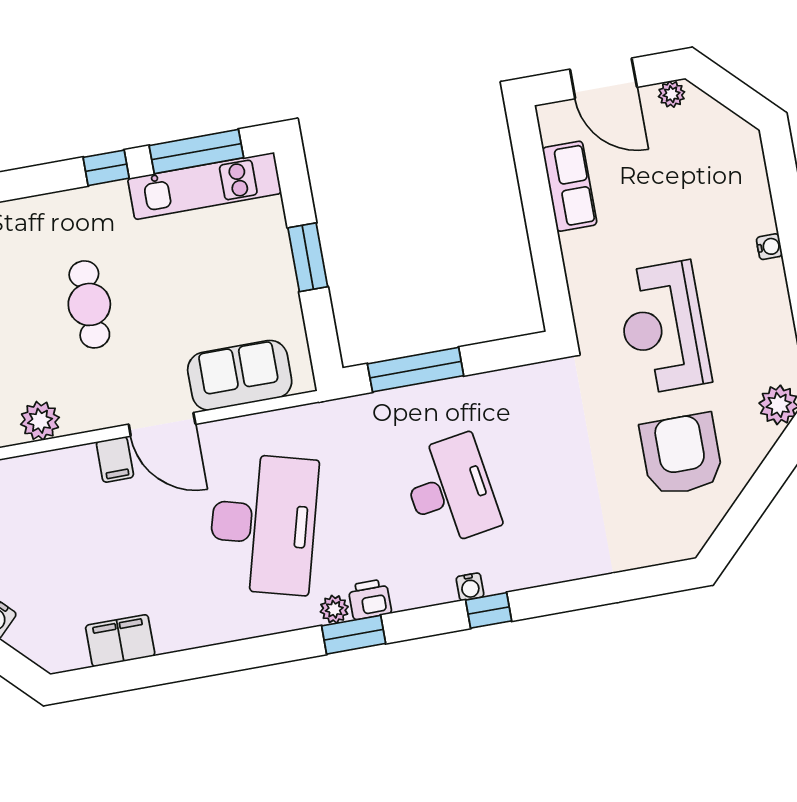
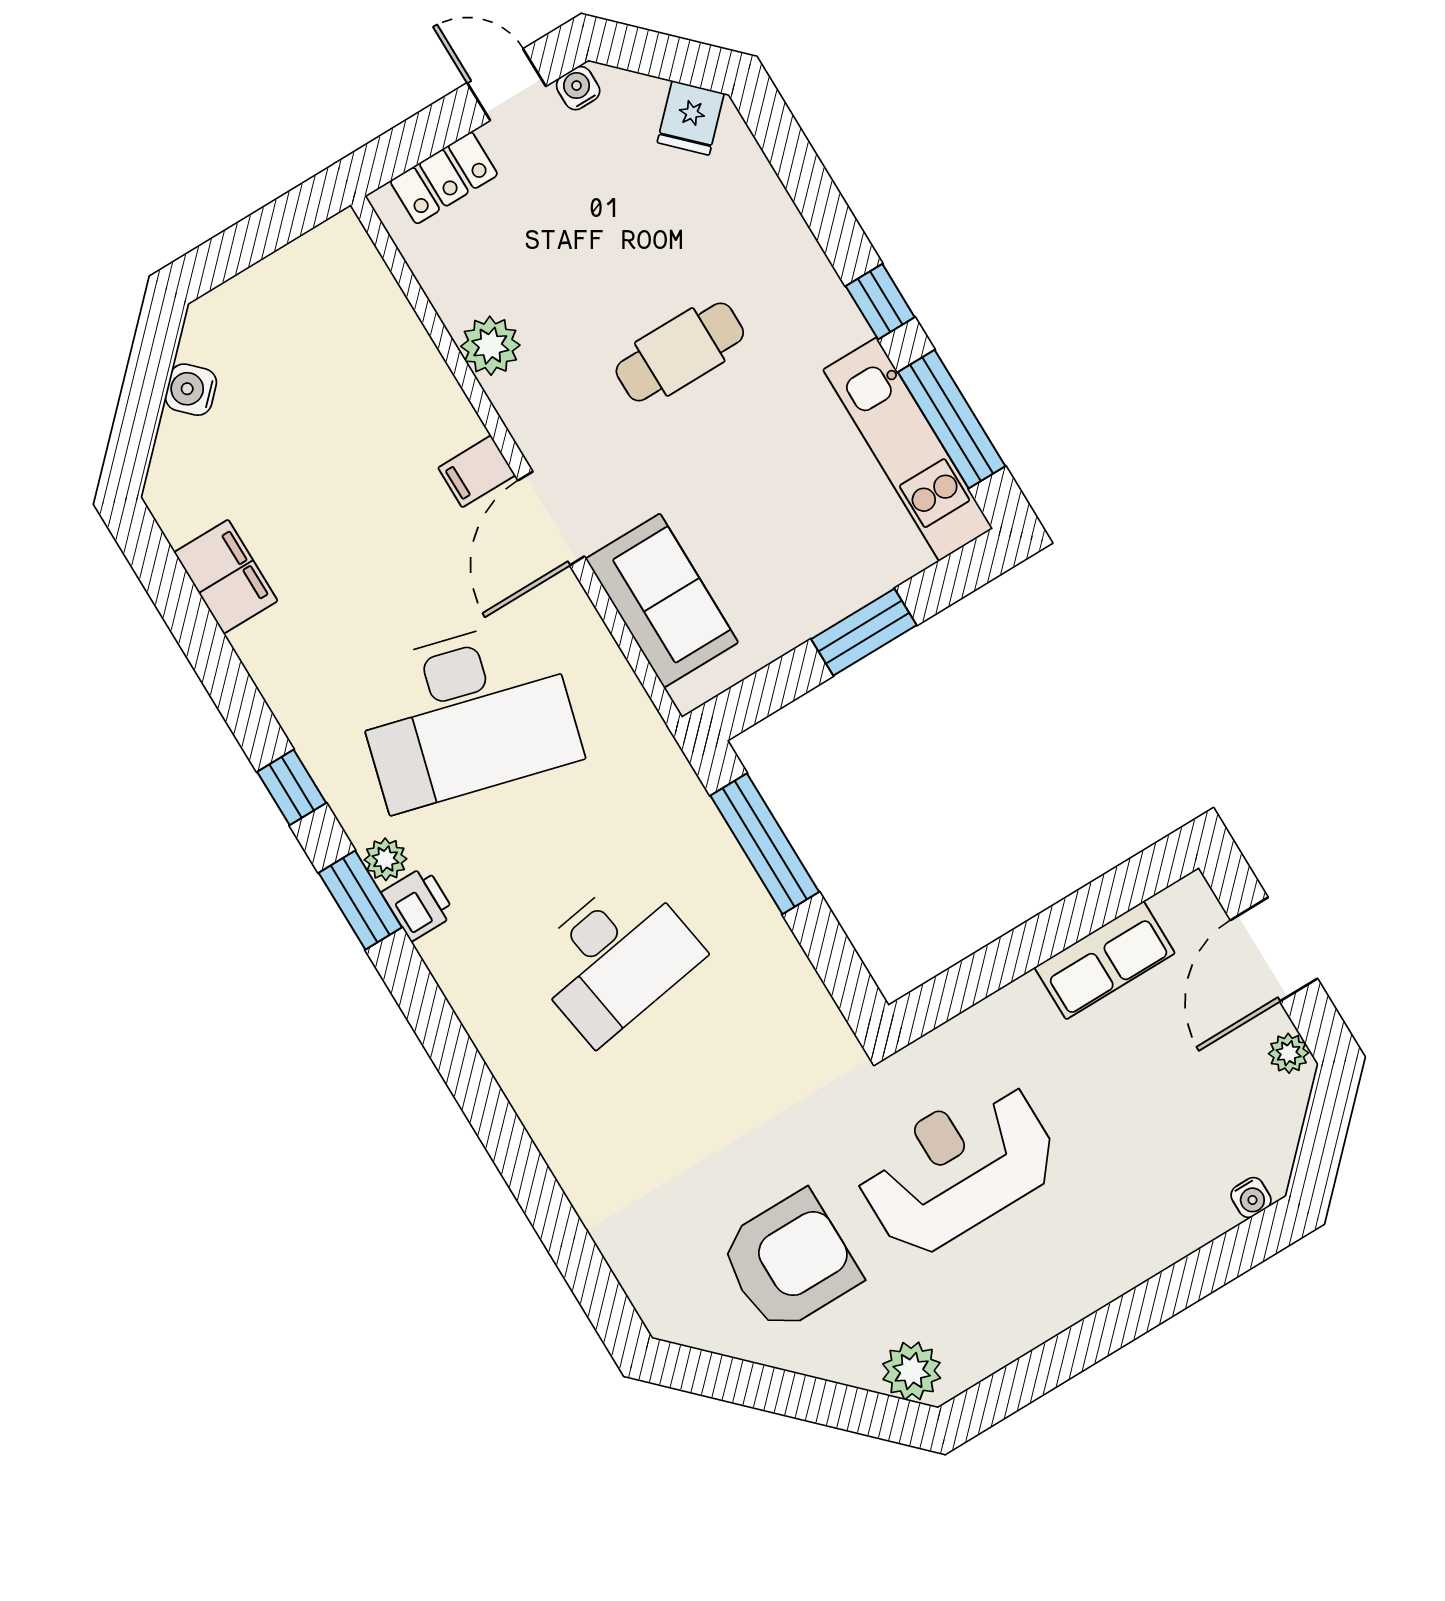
water cooler: (769, 247) -> (1251, 1198), moved
water cooler: (470, 587) -> (490, 1037), removed
window: (489, 610) -> (292, 787), moved

